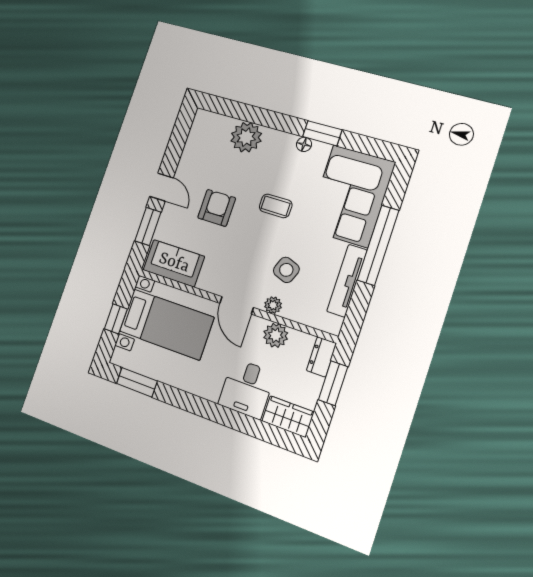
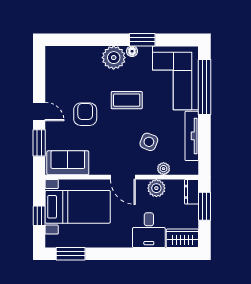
plant: (246, 137) -> (114, 58), moved
coffee table: (276, 206) -> (127, 100), width x1.36, depth x1.30
window: (378, 245) -> (205, 87), moved
plant: (273, 305) -> (164, 169), moved

